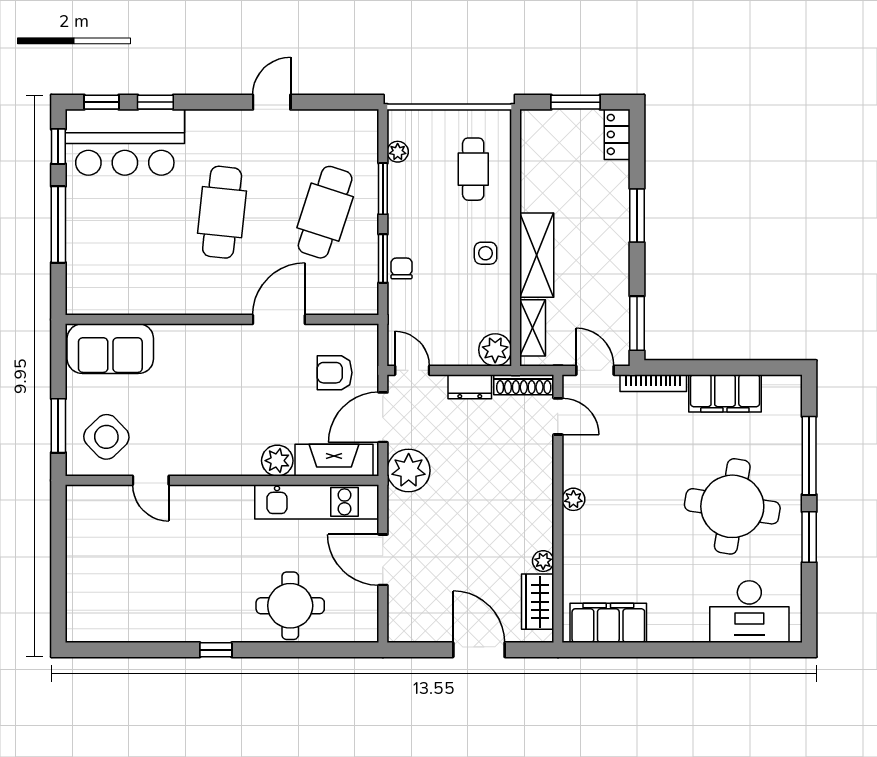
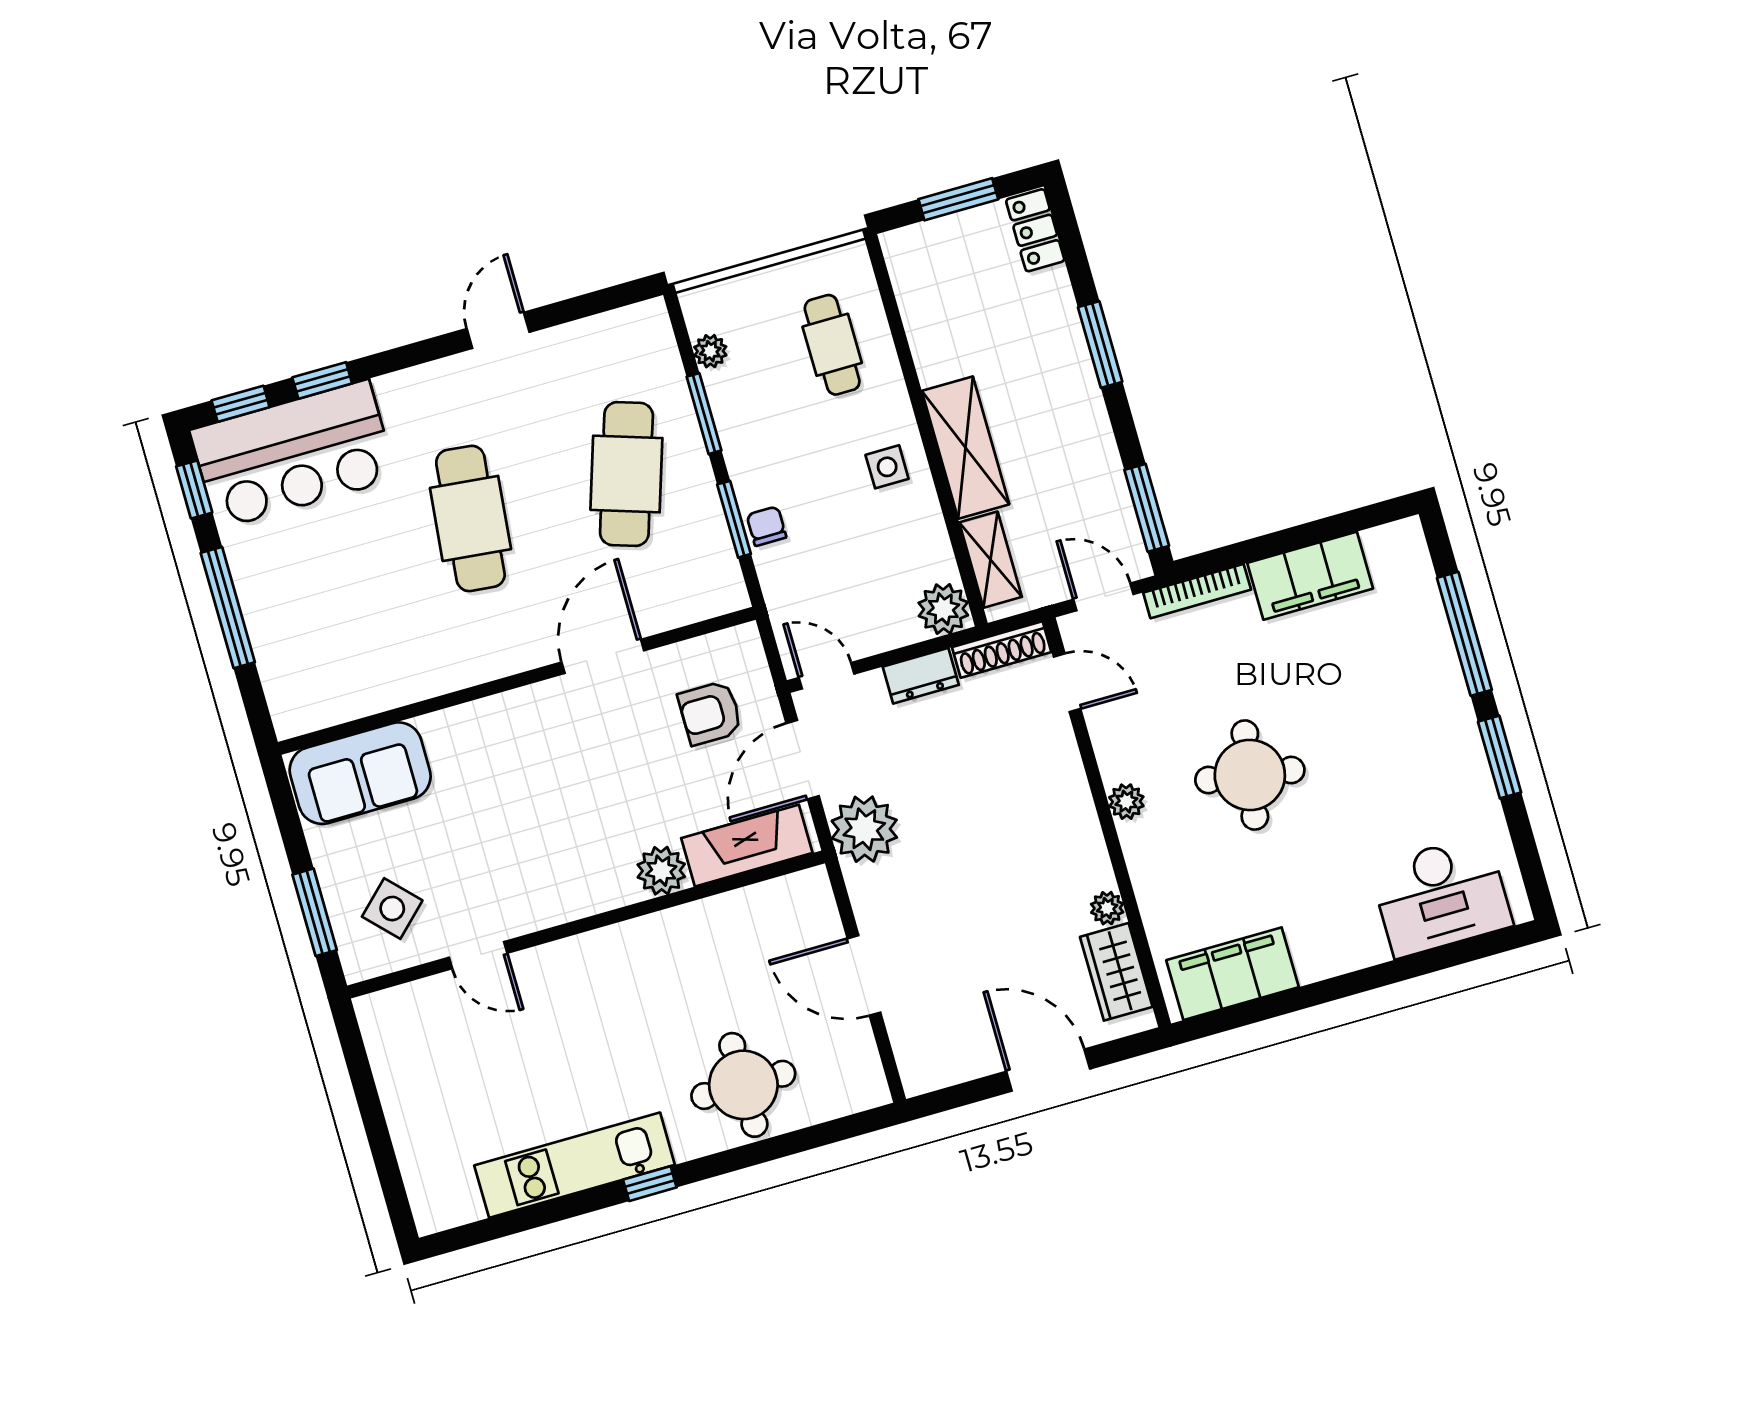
side table: (106, 437) -> (392, 909), width x0.73, depth x0.73
kitchen unit: (316, 502) -> (575, 1165), moved, turned 180
round table: (732, 506) -> (1250, 775), moved, width x0.73, depth x0.73

